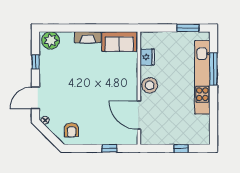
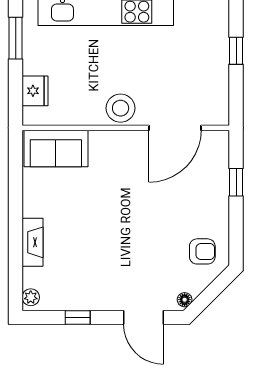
fireplace: (88, 37) -> (32, 242), moved
plant: (51, 40) -> (31, 297), width x0.53, depth x0.53
sofa: (119, 42) -> (56, 148), moved, turned 90
fridge: (147, 57) -> (35, 91), moved, turned 90

